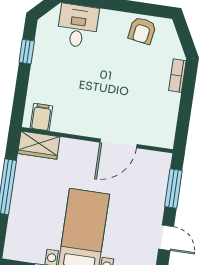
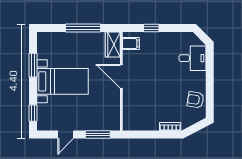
window: (27, 52) -> (151, 28), moved
door: (118, 143) -> (121, 76), moved

